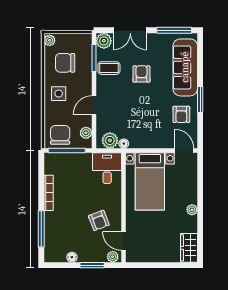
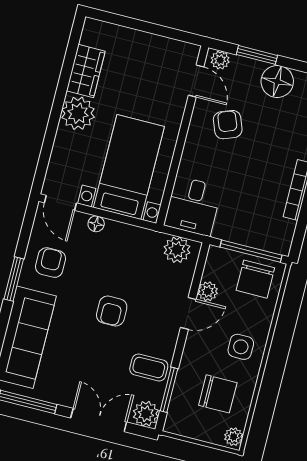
armchair: (141, 74) -> (112, 311), moved
plant: (86, 133) -> (208, 291), moved
floor lamp: (124, 144) -> (96, 224), moved
plant: (192, 210) -> (78, 113), width x1.87, depth x1.87
wardrobe: (189, 248) -> (86, 71), moved
floor lamp: (72, 257) -> (277, 81), width x1.89, depth x1.89

